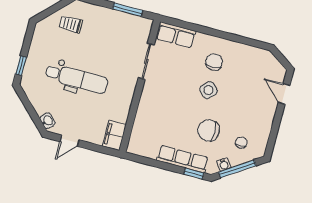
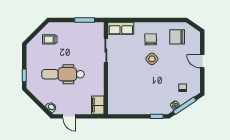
dental chair: (77, 79) -> (63, 74), turned 180
door: (284, 94) -> (202, 61), moved
chair: (209, 130) -> (177, 37), moved
door: (70, 141) -> (69, 116), hinge flipped
row of seats: (183, 159) -> (147, 109), removed

